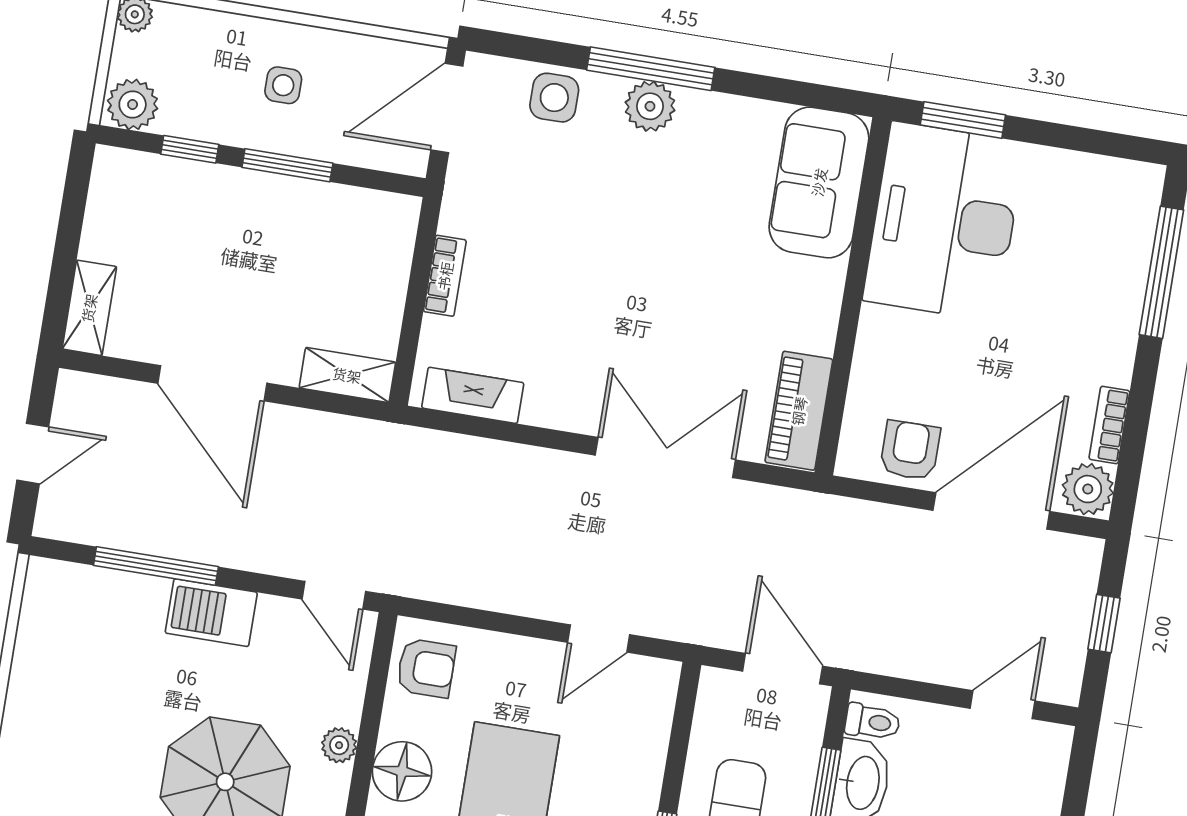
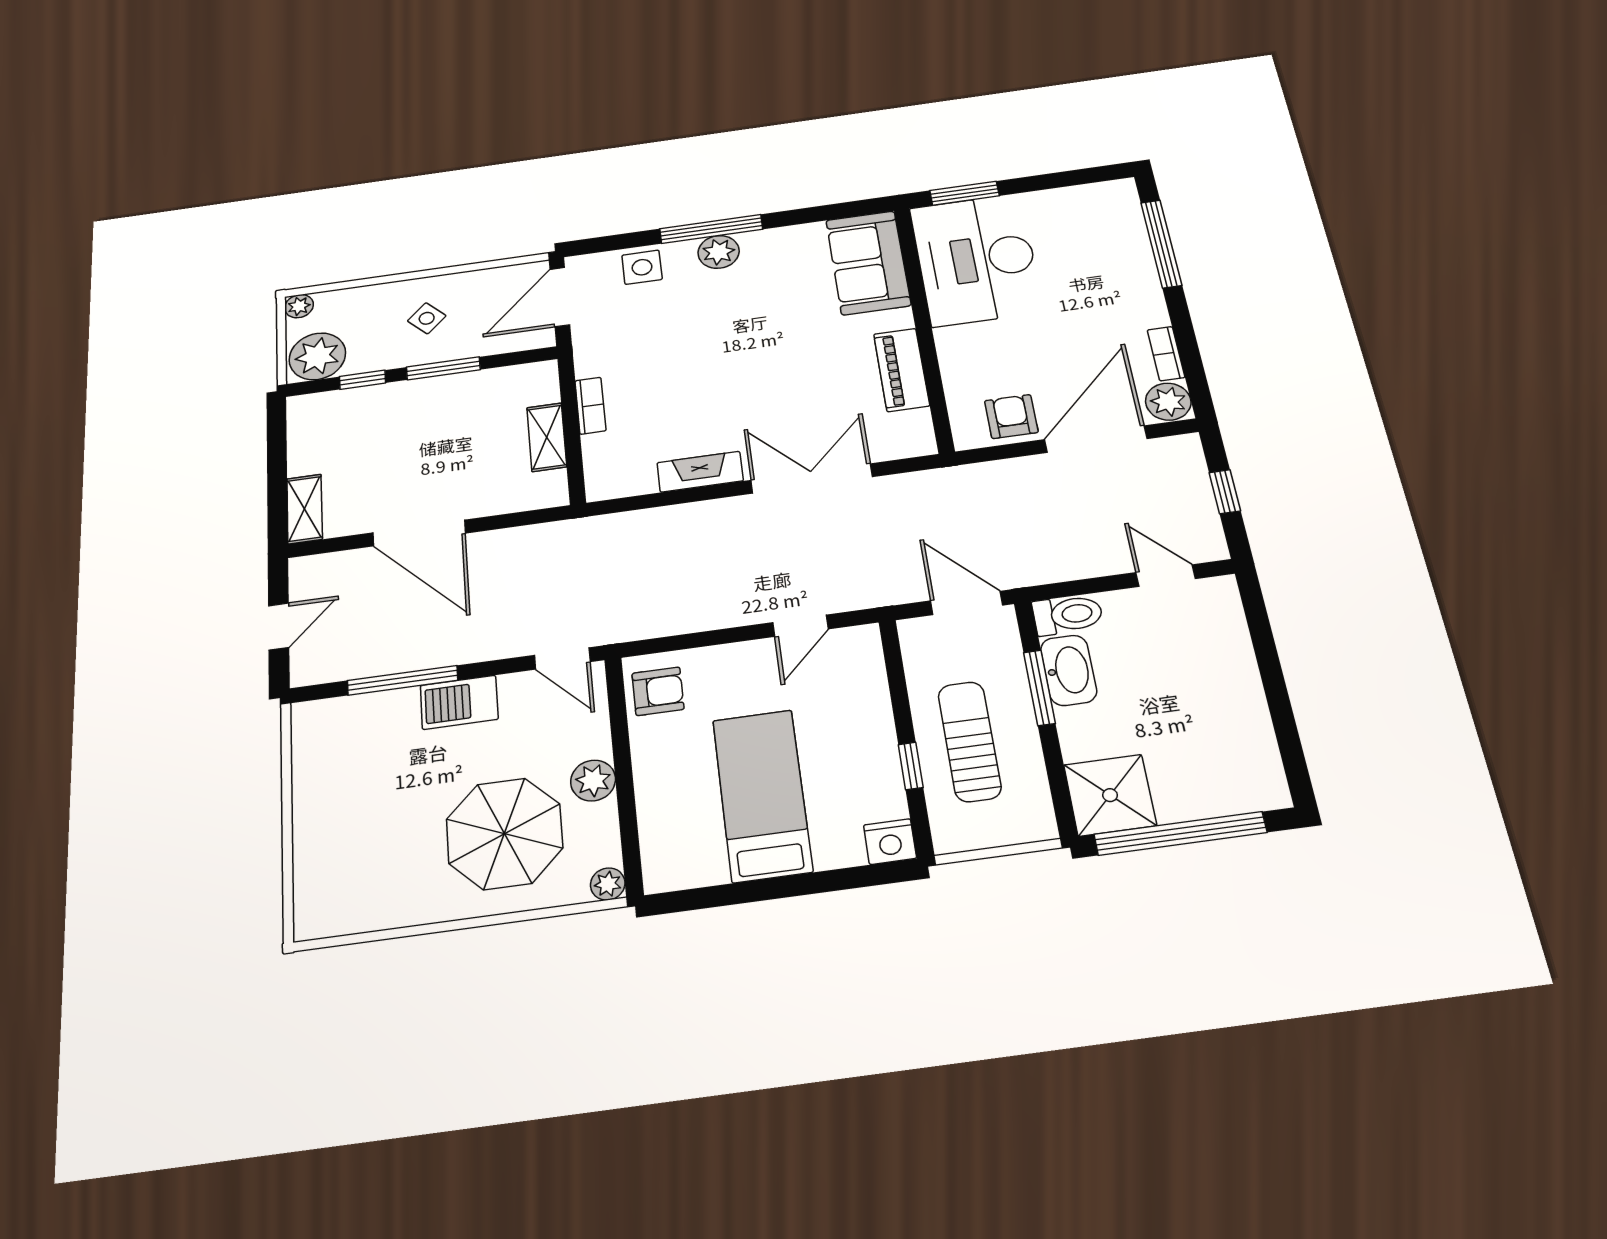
side table: (283, 85) -> (427, 318), turned 45
plant: (133, 104) -> (317, 356), width x1.36, depth x1.36
shelving: (347, 375) -> (547, 437), moved, turned 90
fireplace: (473, 395) -> (700, 472), moved
piano: (799, 411) -> (902, 370), moved
door: (1002, 705) -> (1166, 576), hinge flipped
toilet: (872, 722) -> (1068, 615), width x1.37, depth x1.39
plant: (339, 745) -> (593, 781), width x1.38, depth x1.38
floor lamp: (402, 771) -> (661, 779), removed

